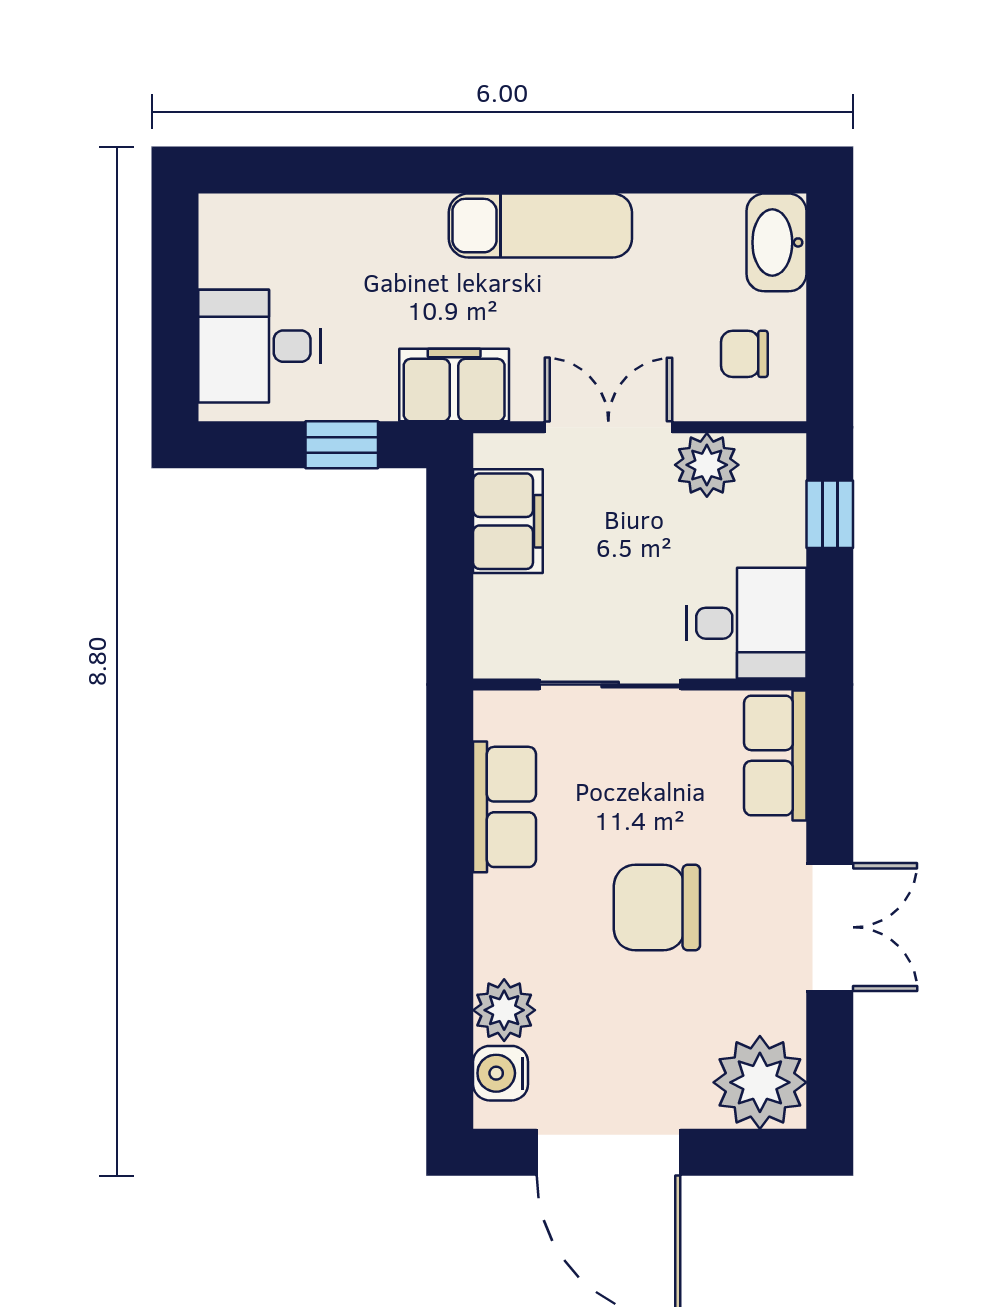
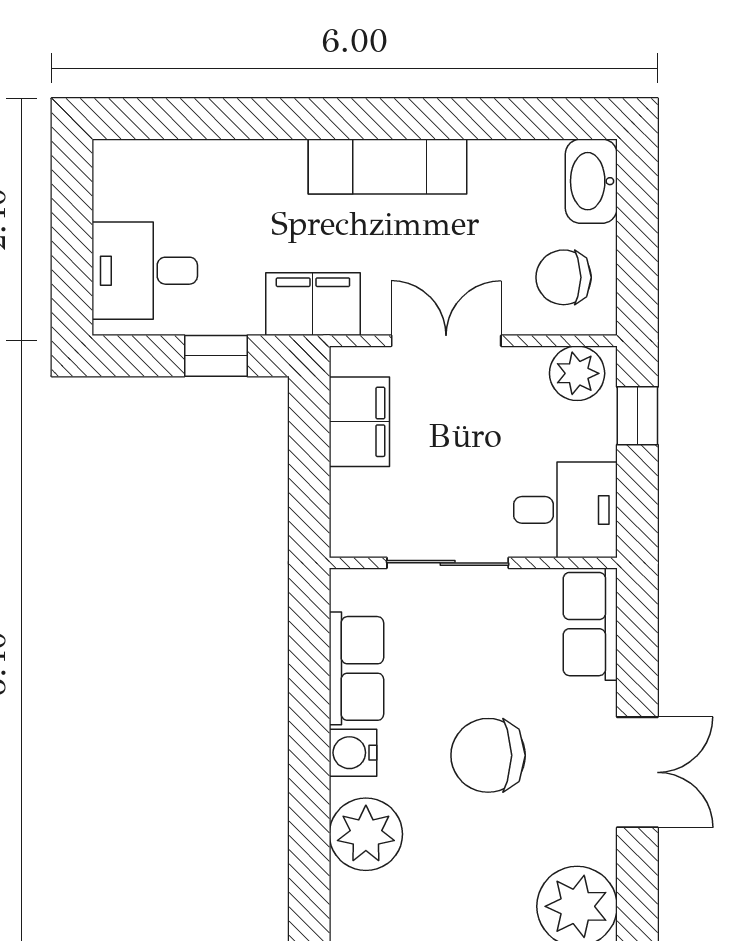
chair: (744, 354) -> (564, 277), width x1.37, depth x1.37
plant: (707, 465) -> (577, 373), moved
plant: (504, 1010) -> (366, 834), width x1.36, depth x1.36
water cooler: (501, 1073) -> (353, 753), moved

